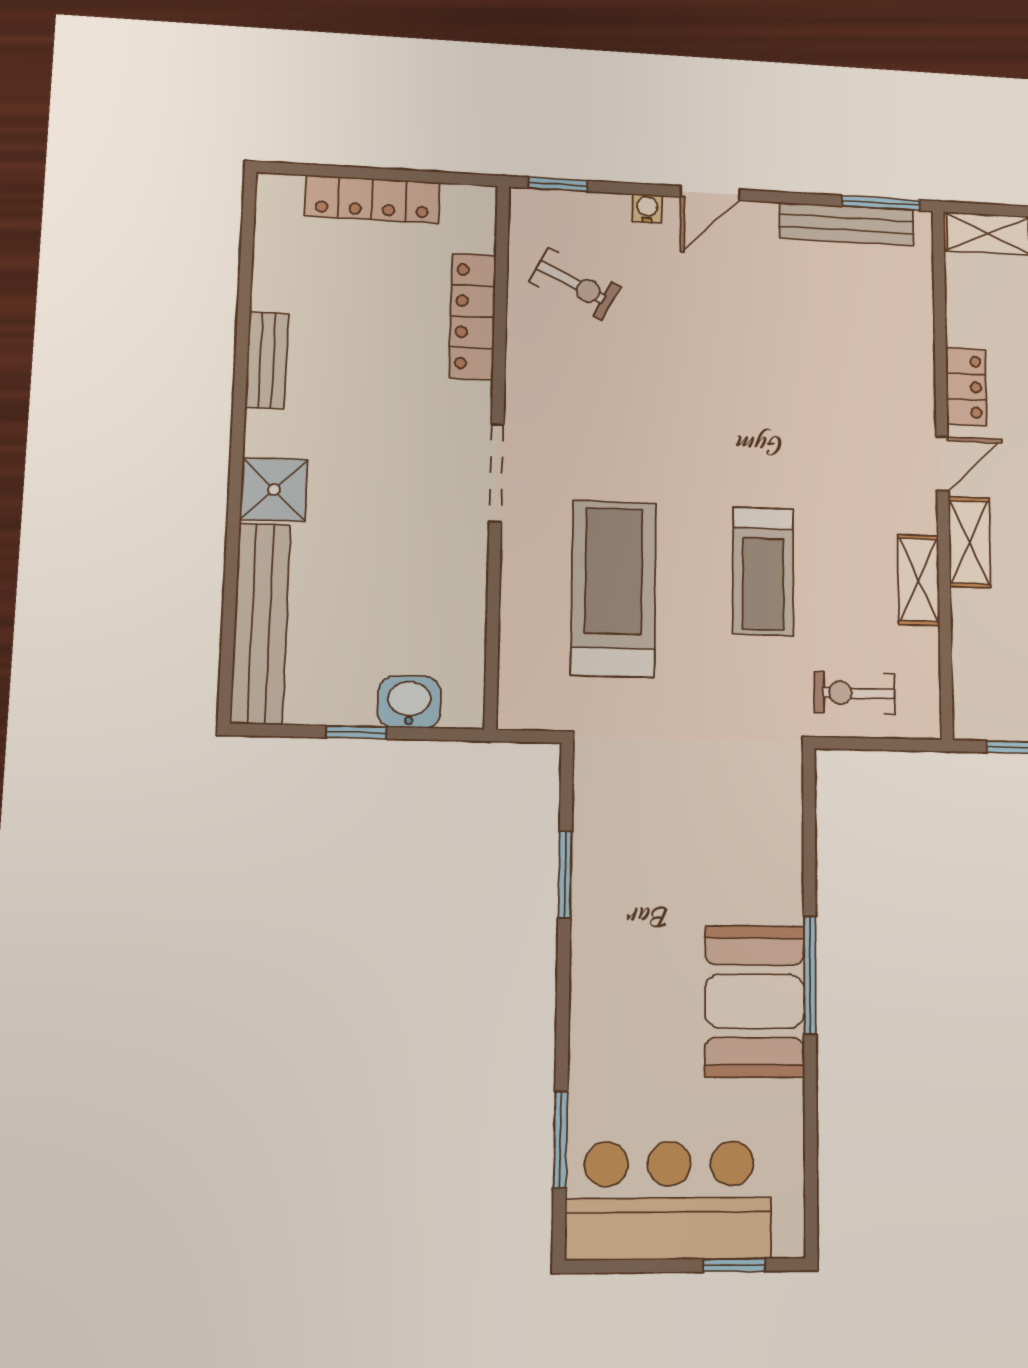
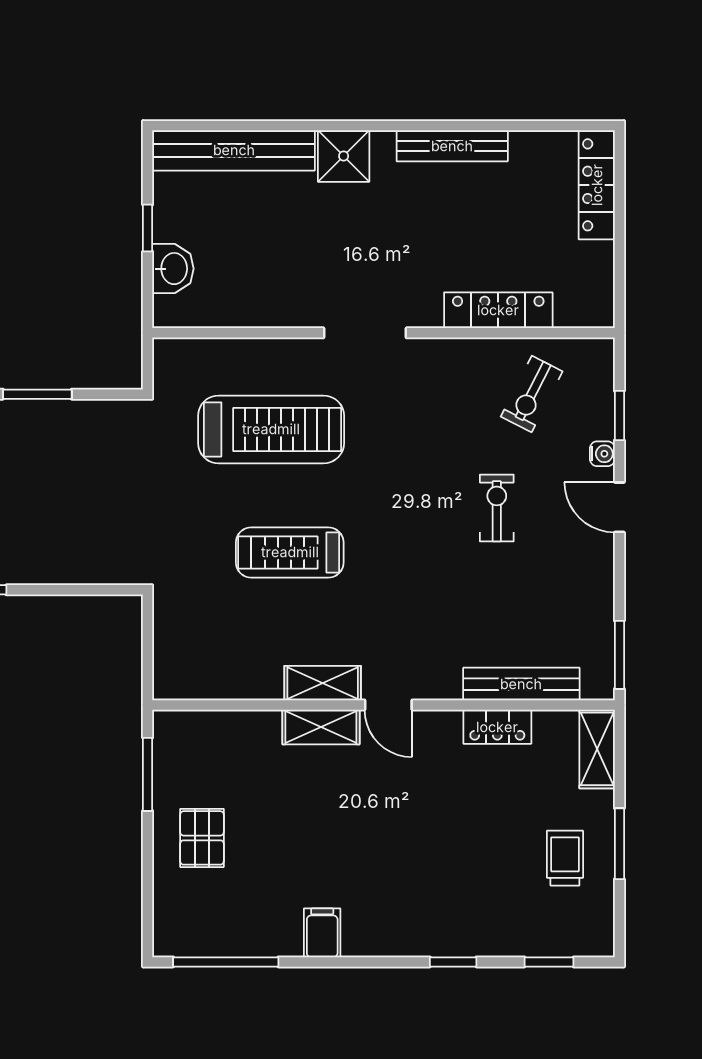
window: (558, 184) -> (619, 416), moved
locker: (372, 199) -> (597, 185), moved
bench: (846, 224) -> (521, 684), moved, turned 90
bench: (267, 360) -> (452, 146), width x1.36
locker: (966, 387) -> (497, 727), moved
shelving: (919, 580) -> (323, 683), moved
exercise bike: (855, 693) -> (497, 508), moved

